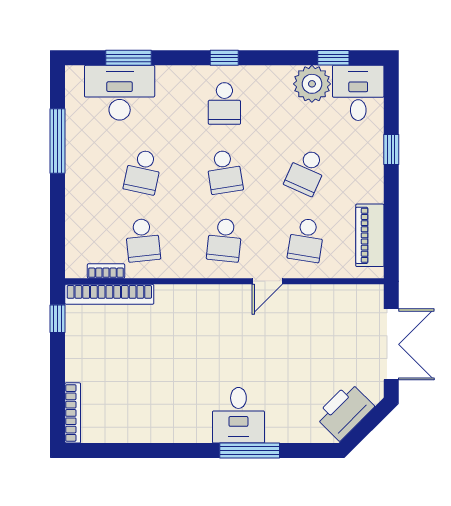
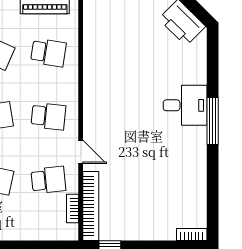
door: (267, 281) -> (81, 152), moved
bookcase: (73, 413) -> (192, 234), width x0.64
window: (250, 451) -> (213, 121), moved

